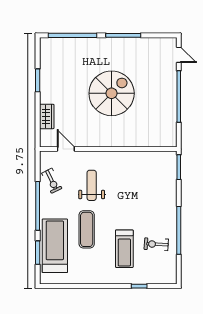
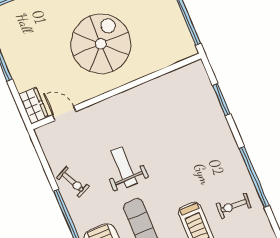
door: (66, 149) -> (64, 113), moved
wall: (108, 149) -> (116, 91), moved

